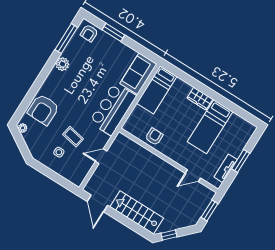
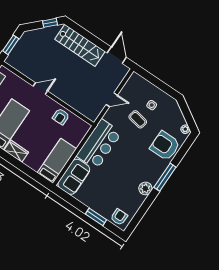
window: (66, 39) -> (165, 177), moved
armchair: (43, 110) -> (165, 146), turned -91
door: (193, 176) -> (40, 89), moved

